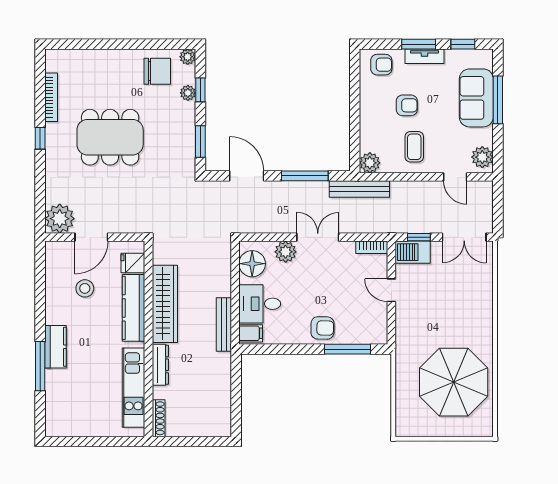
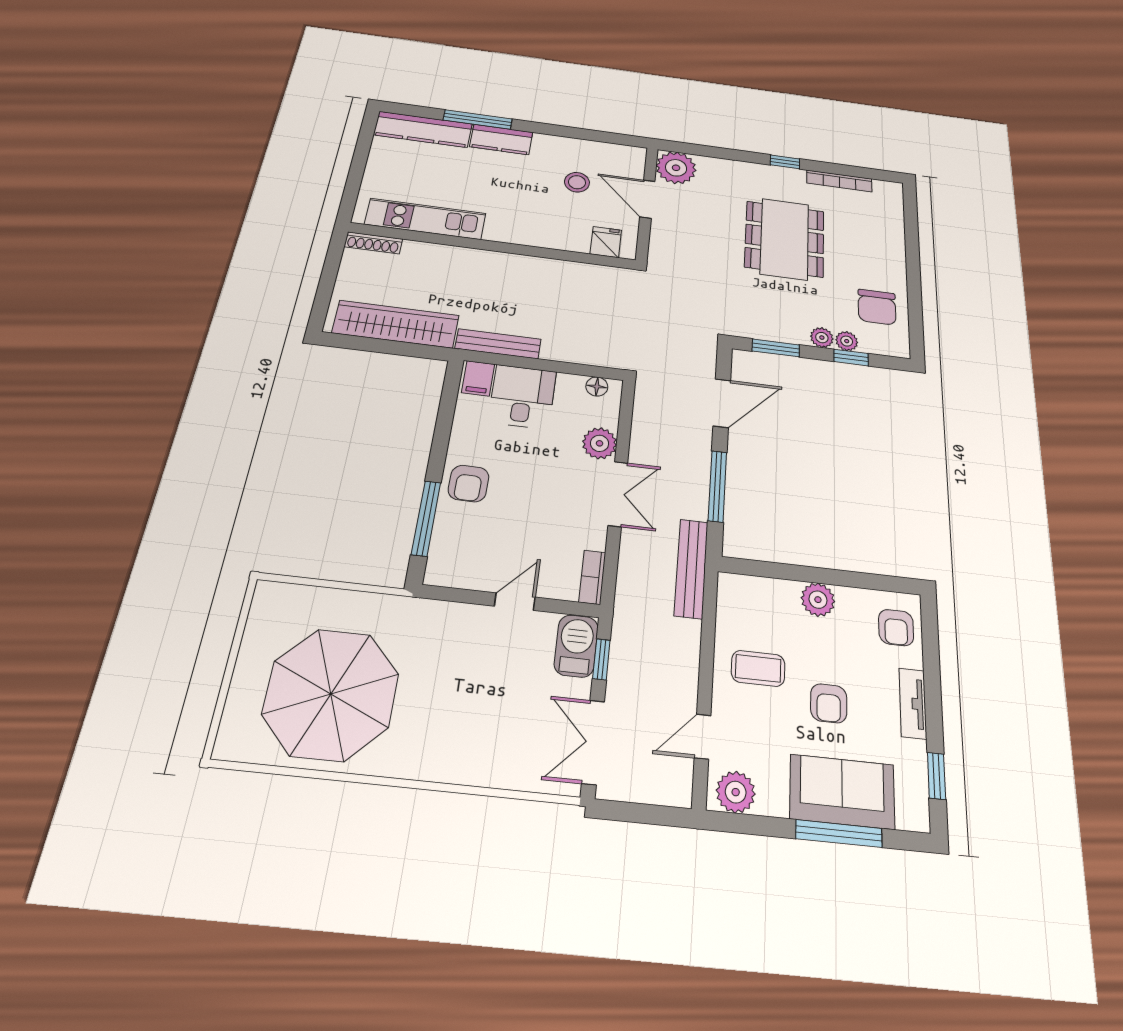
window: (419, 44) -> (933, 695), removed
plant: (188, 57) -> (822, 338), moved
armchair: (407, 105) -> (829, 703), moved
plant: (370, 163) -> (818, 600), moved
floor lamp: (252, 264) -> (597, 387), width x0.53, depth x0.53
wardrobe: (165, 304) -> (396, 324), moved, turned 180
kitchen counter: (134, 308) -> (423, 129), moved, turned 180
dresser: (160, 365) -> (452, 255), removed

